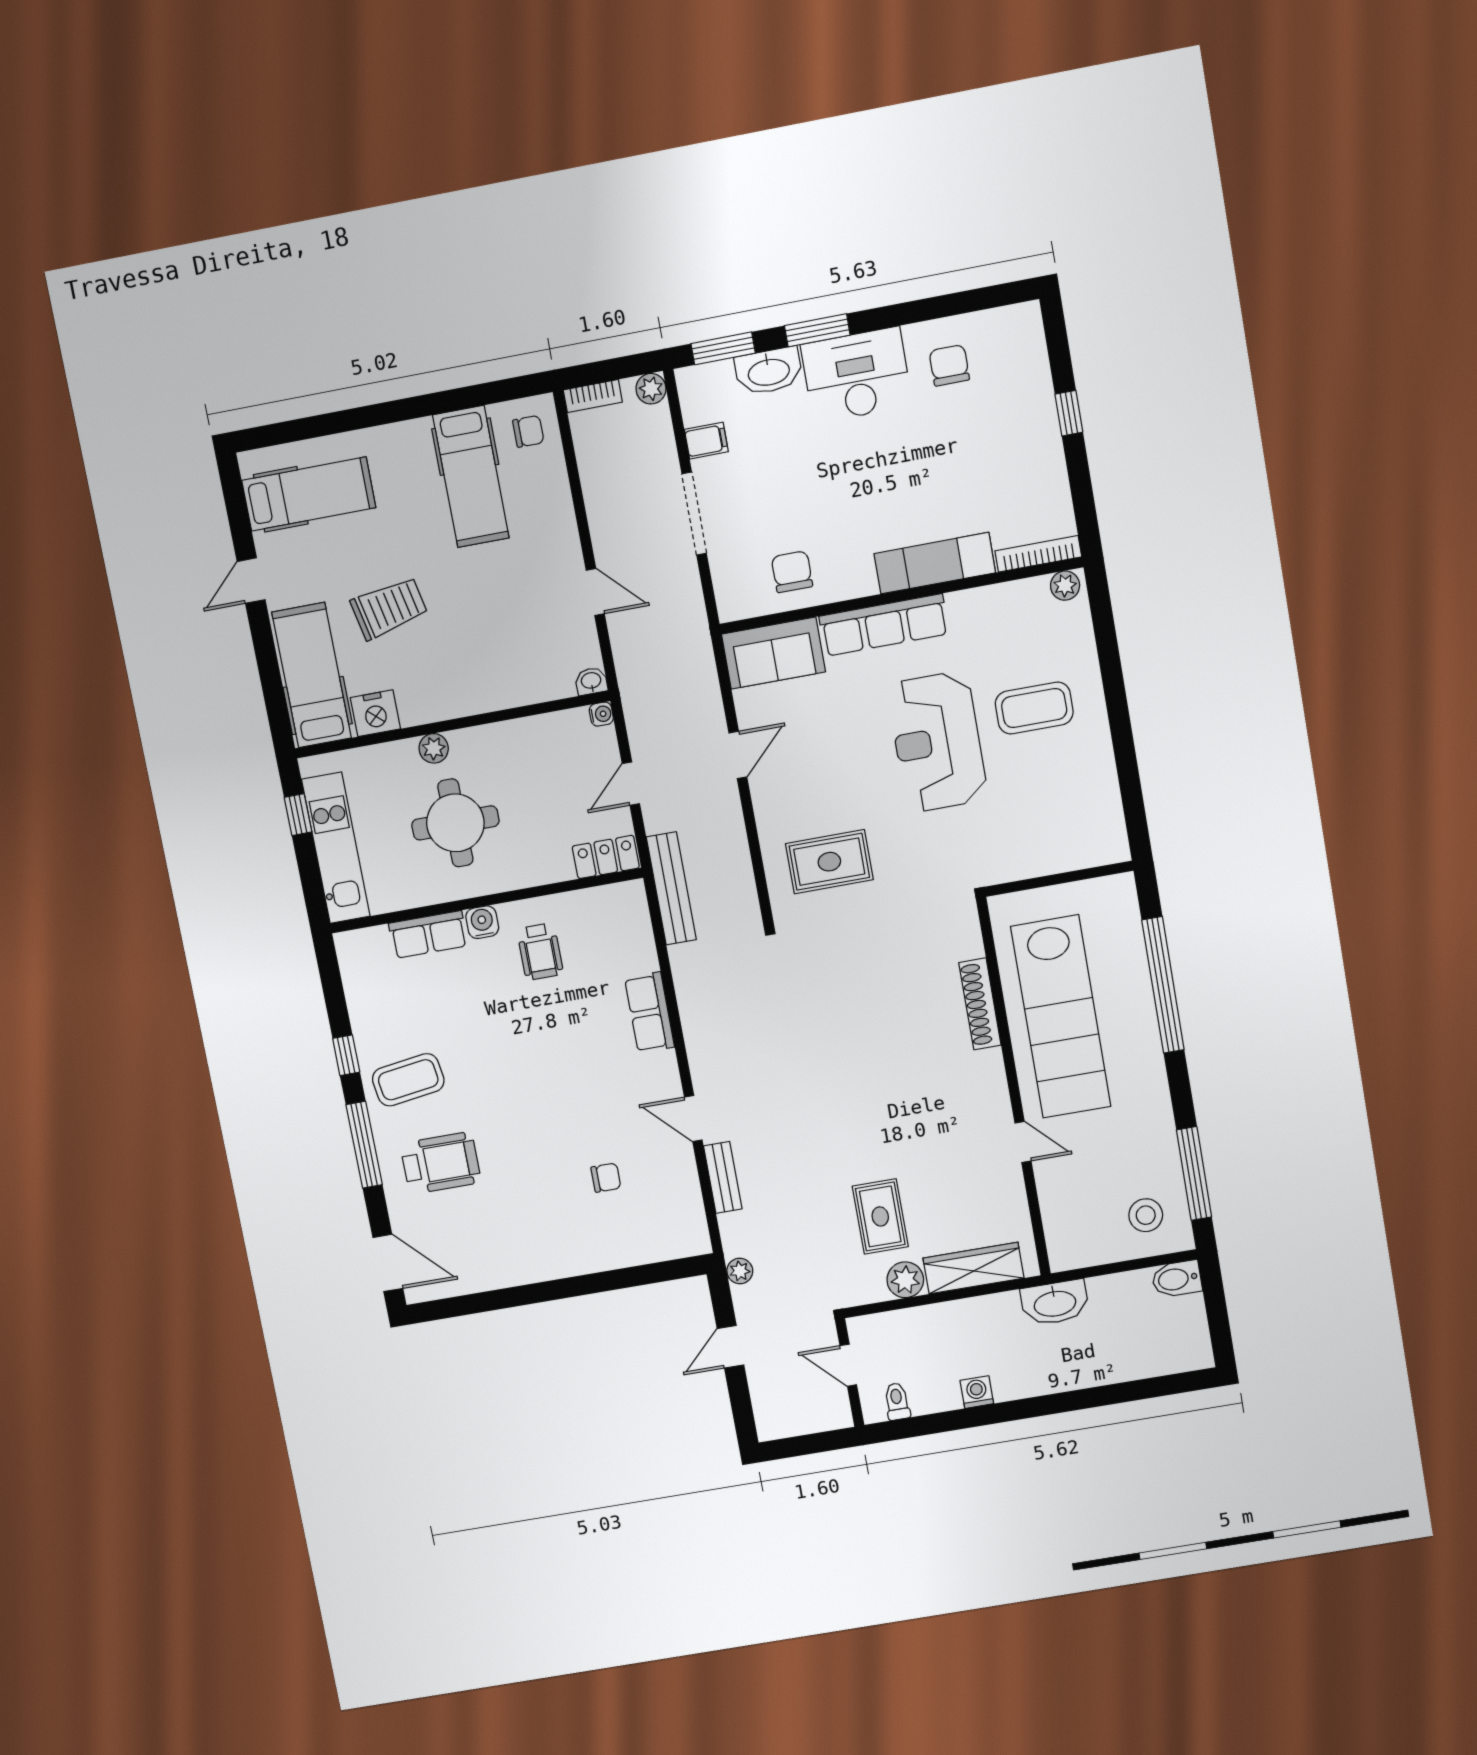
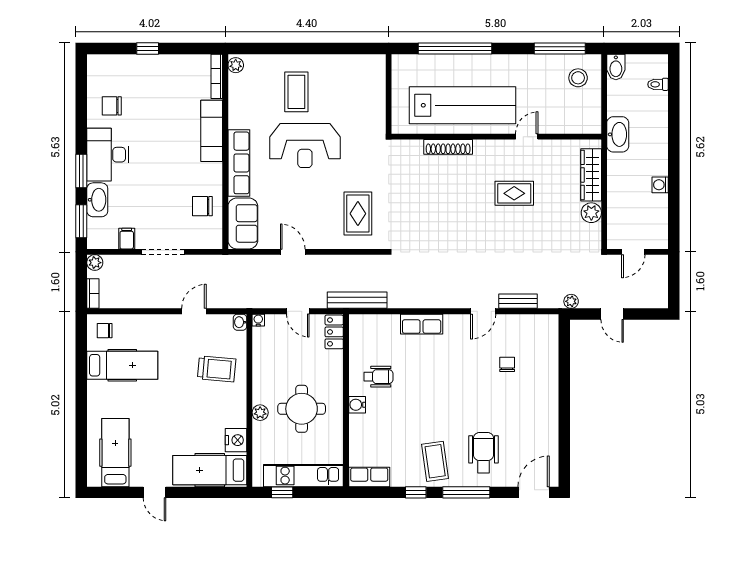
chair: (528, 431) -> (105, 331), turned -90
trolley: (389, 608) -> (217, 369), moved, turned 107
row of seats: (428, 935) -> (369, 477), moved, turned -90
rug: (880, 1216) -> (514, 193), moved
toilet: (897, 1401) -> (658, 84), moved

